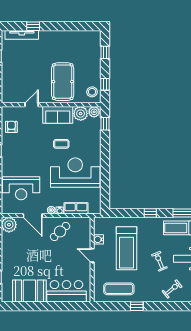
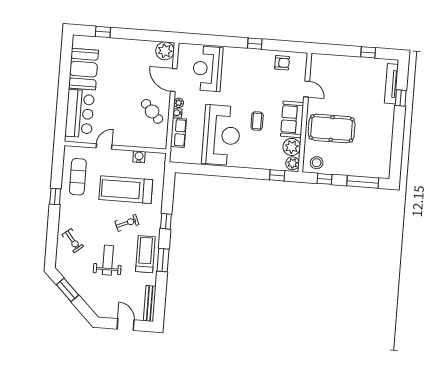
window: (105, 52) -> (363, 182), width x2.17
door: (33, 216) -> (174, 80), hinge flipped
door: (92, 255) -> (104, 147), moved
exercise bike: (159, 261) -> (127, 223), moved

